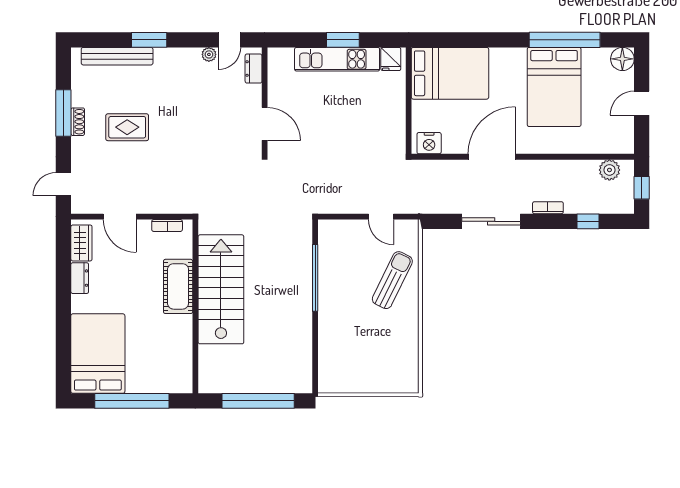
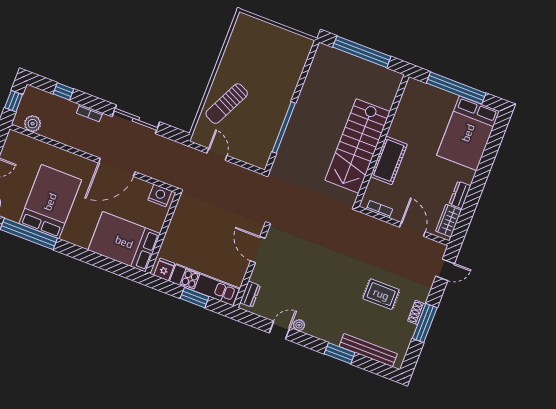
dresser: (254, 69) -> (250, 294), moved
wall: (265, 101) -> (251, 267), moved
door: (265, 124) -> (258, 250), moved

